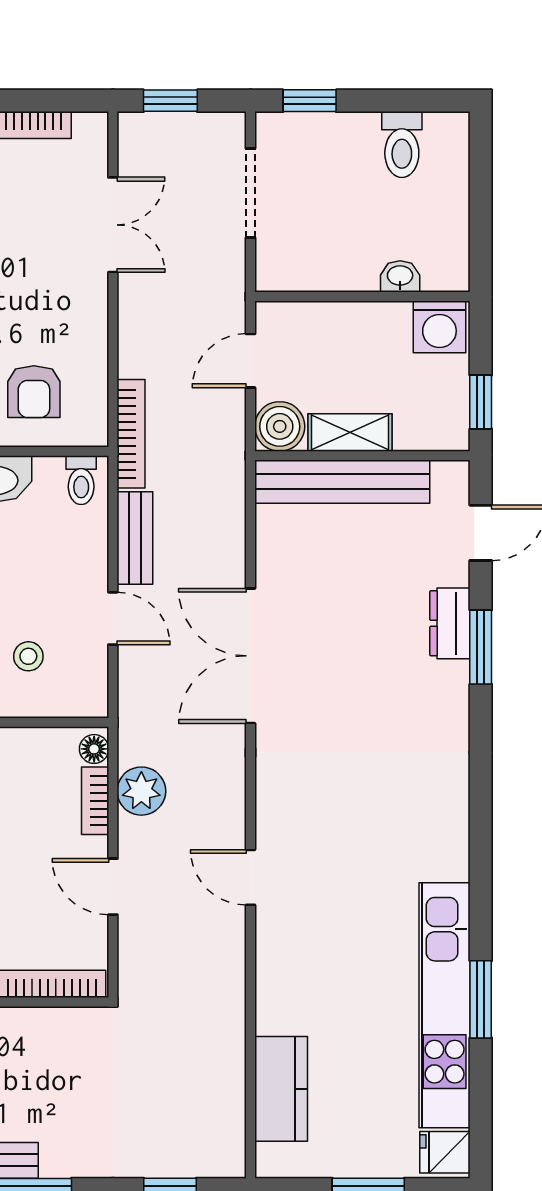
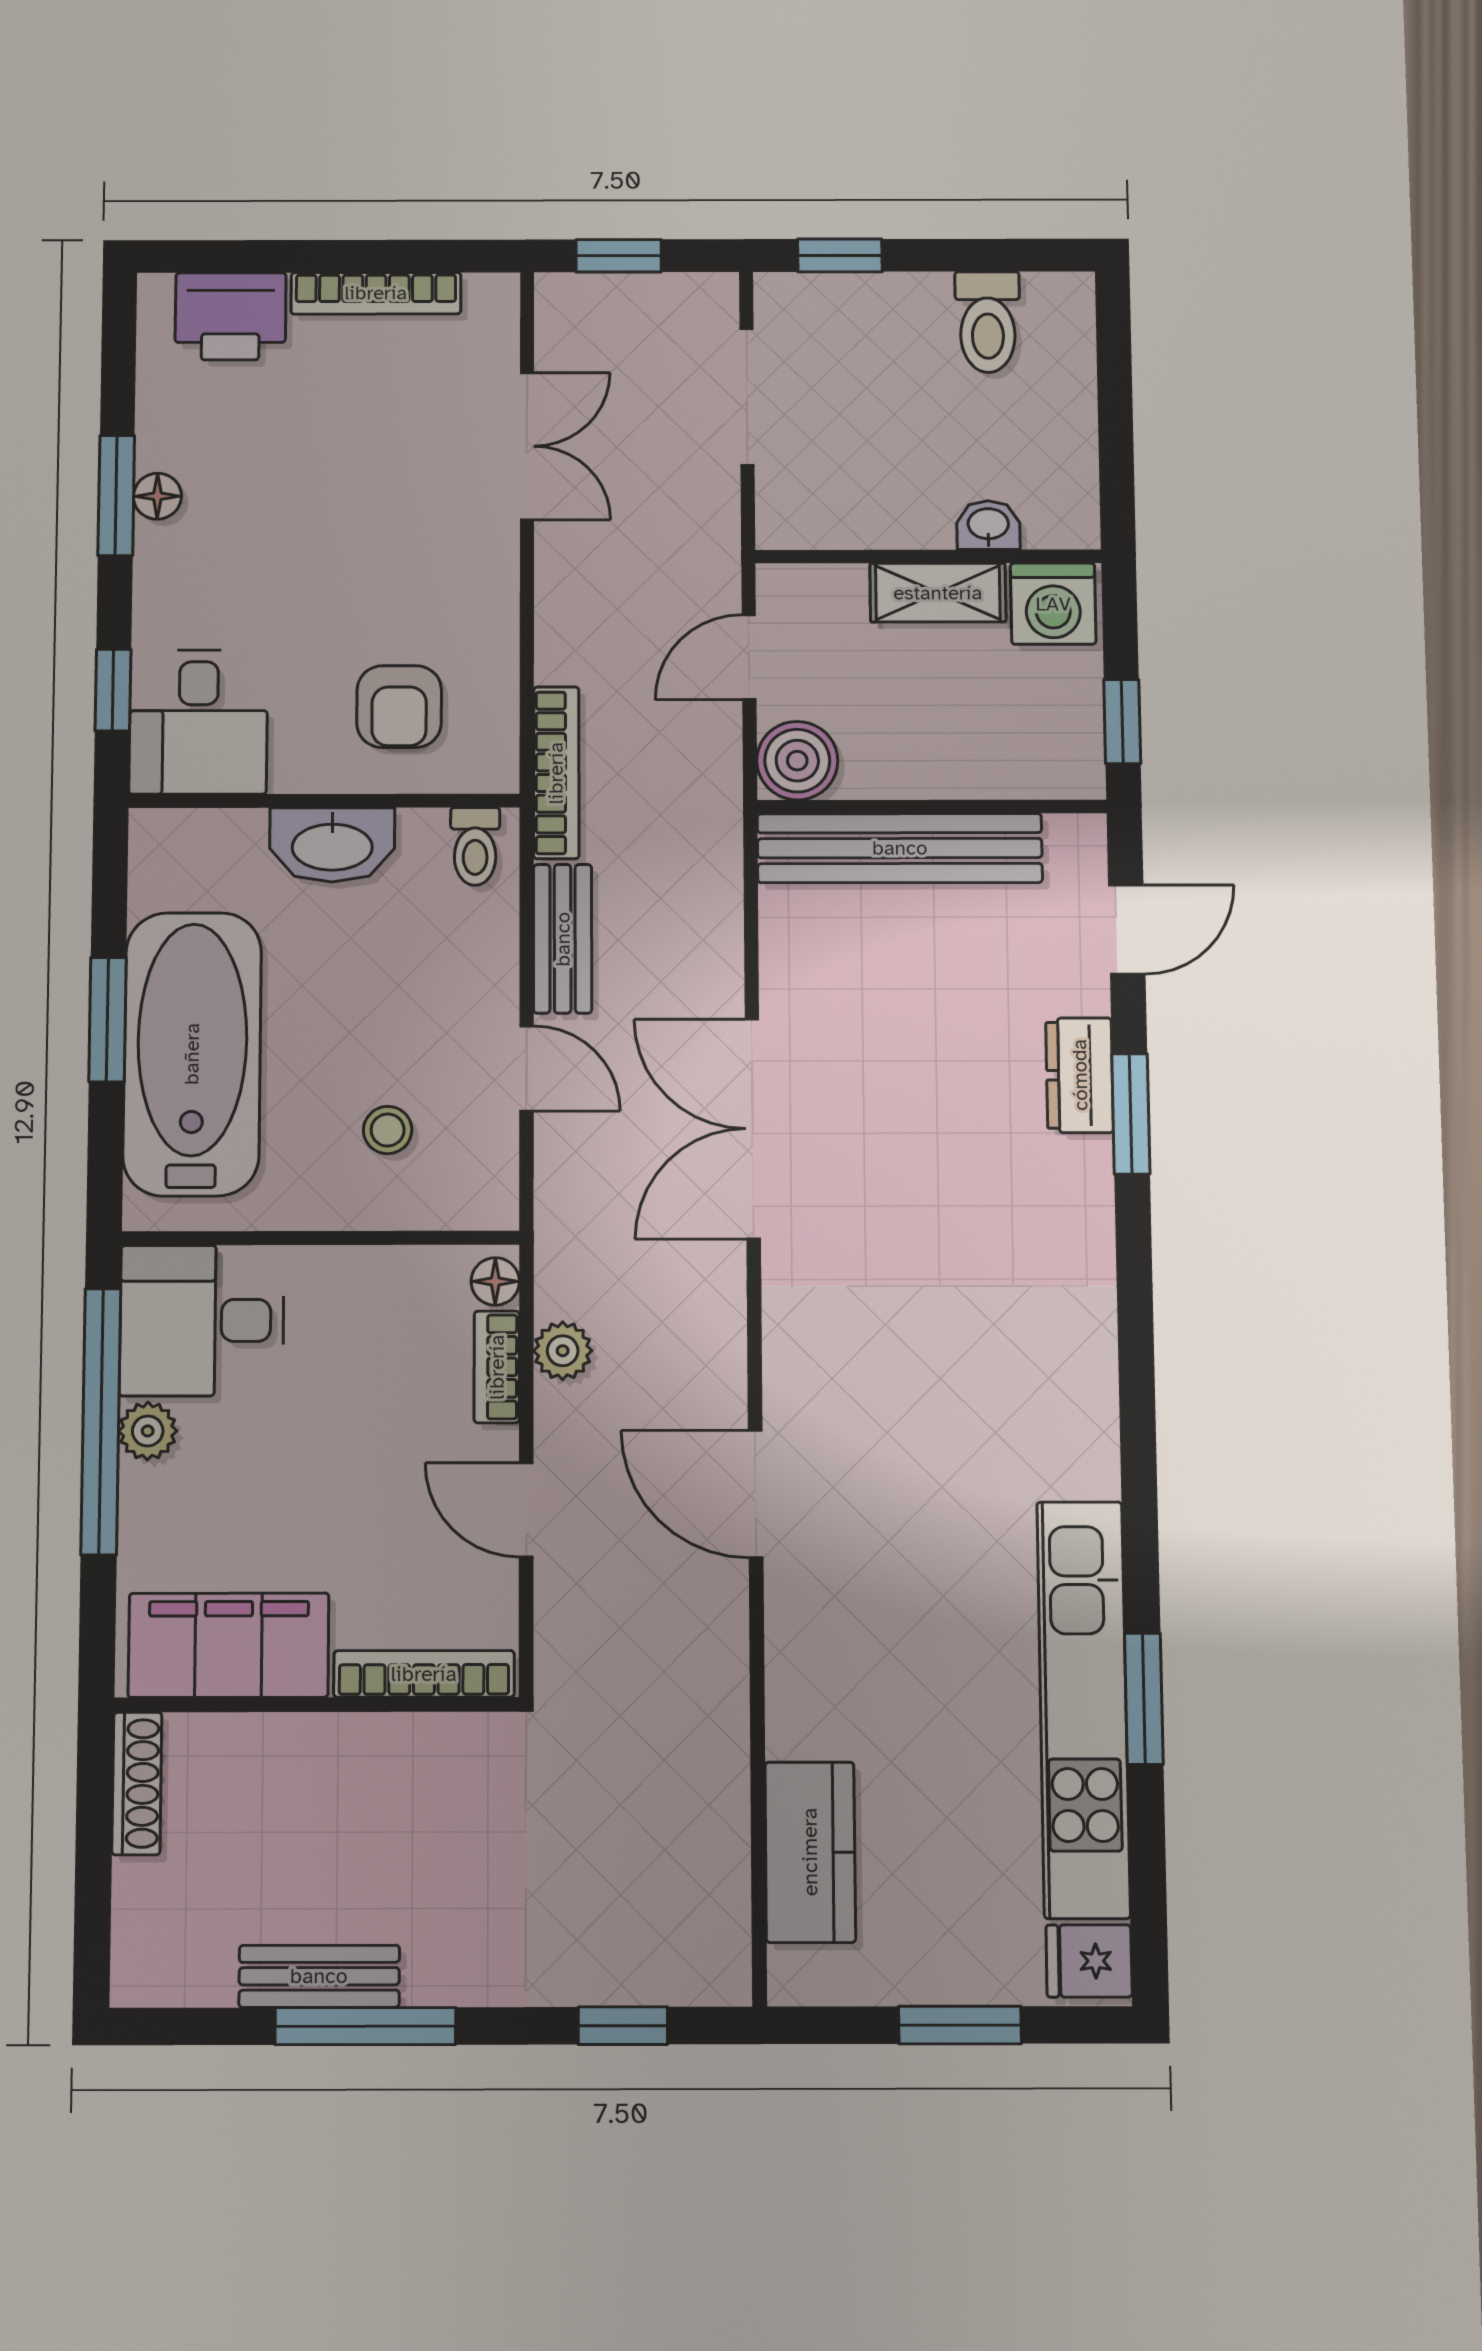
shelving: (350, 432) -> (938, 593), moved
plant: (141, 791) -> (563, 1351), width x0.73, depth x0.73
door: (251, 877) -> (756, 1494), width x1.38

